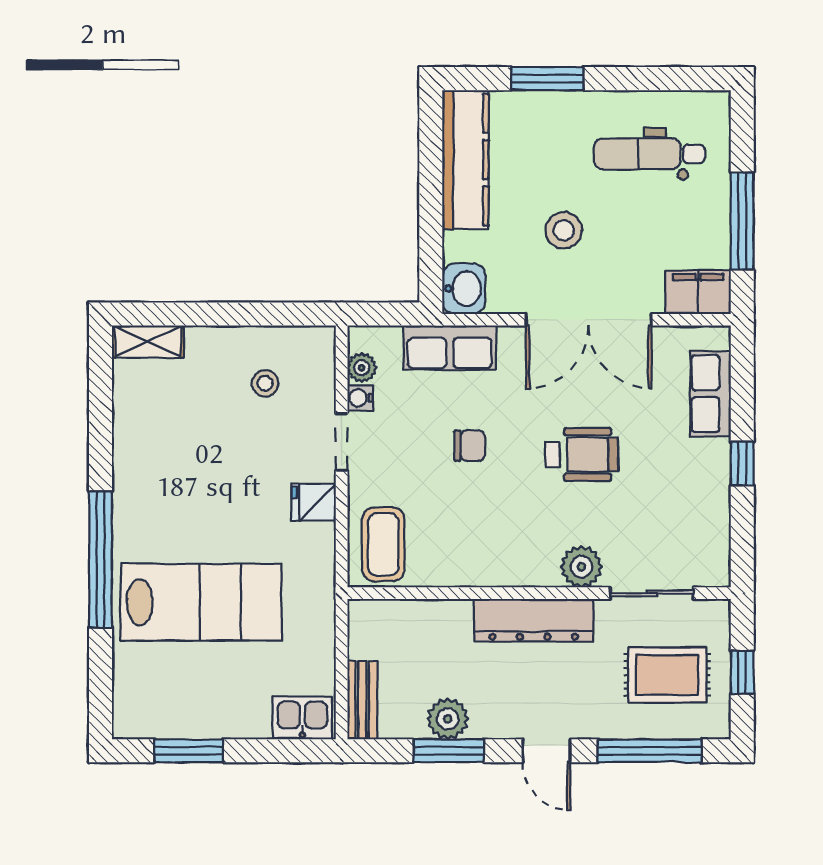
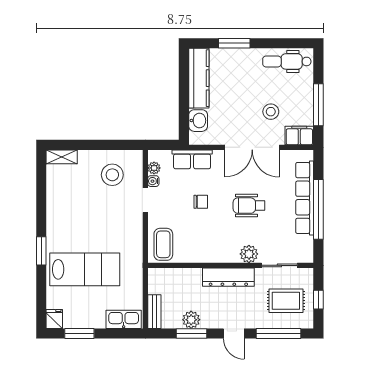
dental chair: (649, 154) -> (287, 61), moved
stool: (564, 230) -> (271, 112), moved
washbasin: (464, 289) -> (198, 121), moved
stool: (265, 383) -> (112, 175), width x1.89, depth x1.89
row of seats: (710, 394) -> (305, 198), width x2.02
wheelchair: (582, 454) -> (249, 206), turned 180
window: (742, 463) -> (318, 209), width x3.17
fridge: (314, 502) -> (54, 319), moved, turned 90
window: (100, 559) -> (41, 251), width x0.47
kitchen sink: (302, 718) -> (124, 319), width x1.38

